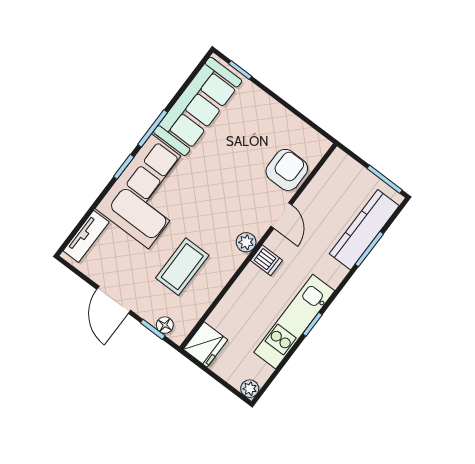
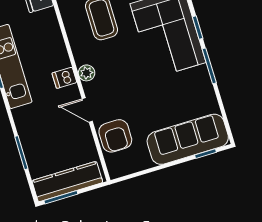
sofa: (198, 106) -> (188, 139), moved, turned 90
kitchen counter: (364, 230) -> (67, 182), moved, turned -90

